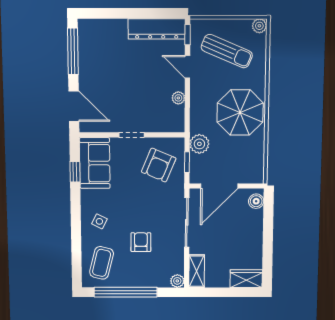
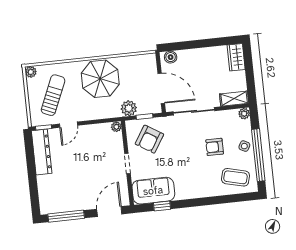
plant: (178, 98) -> (116, 127), moved
armchair: (159, 165) -> (149, 139), turned 99
side table: (99, 221) -> (244, 146), moved

